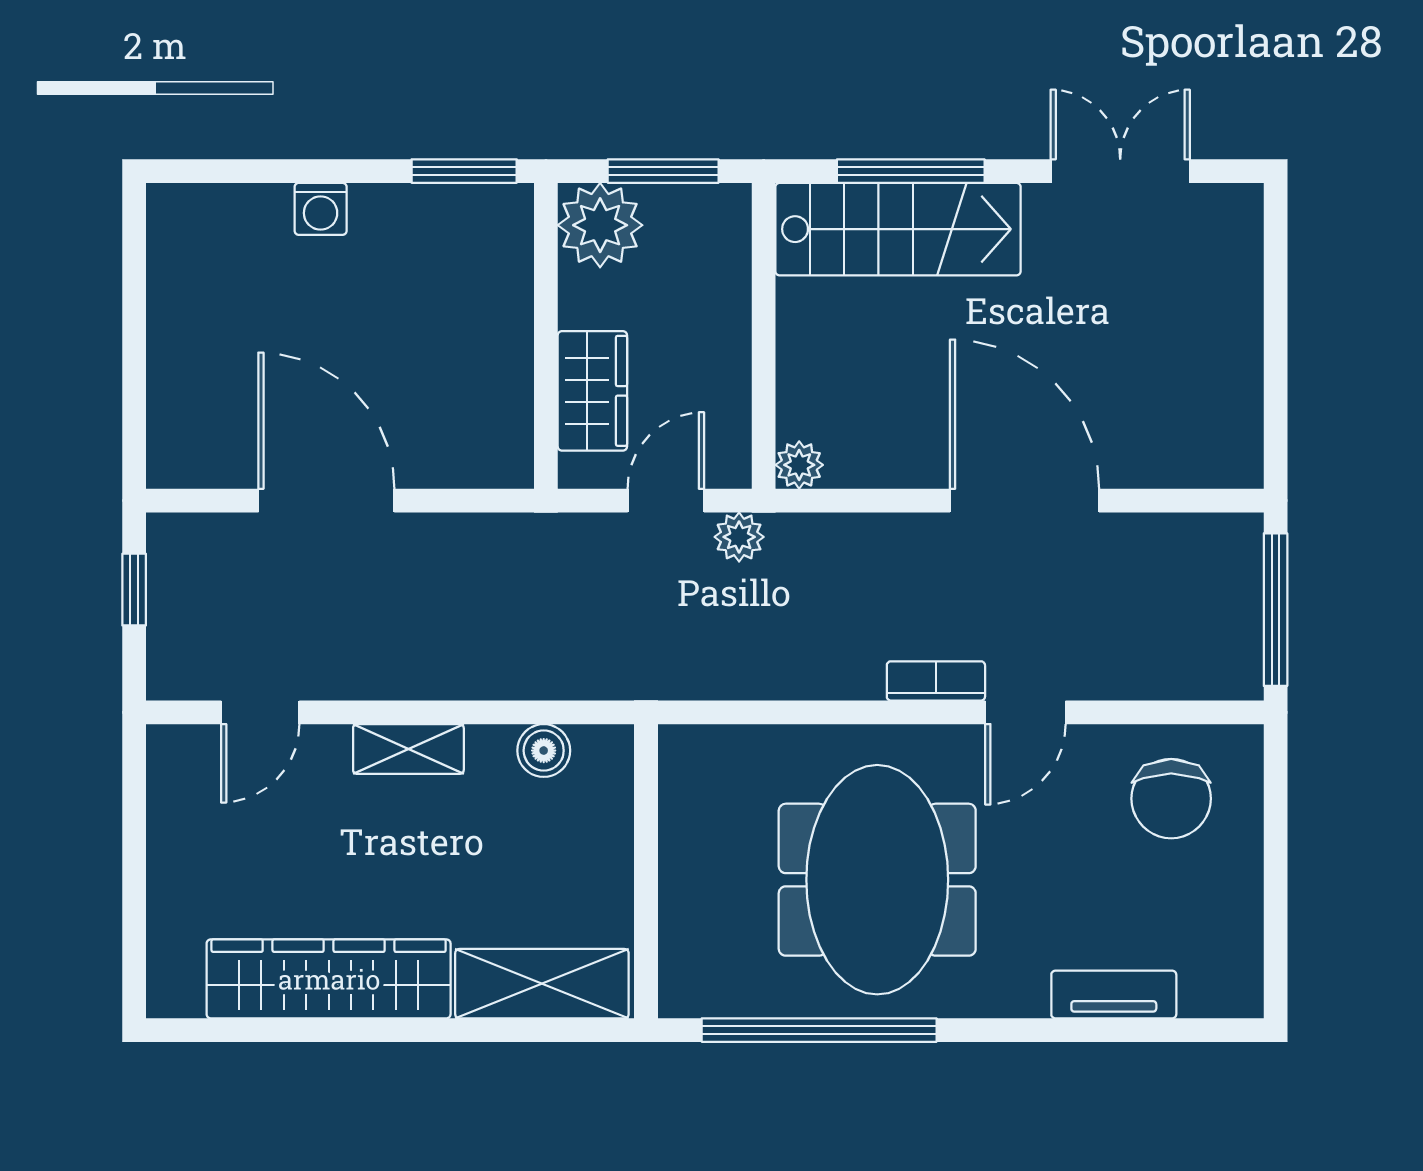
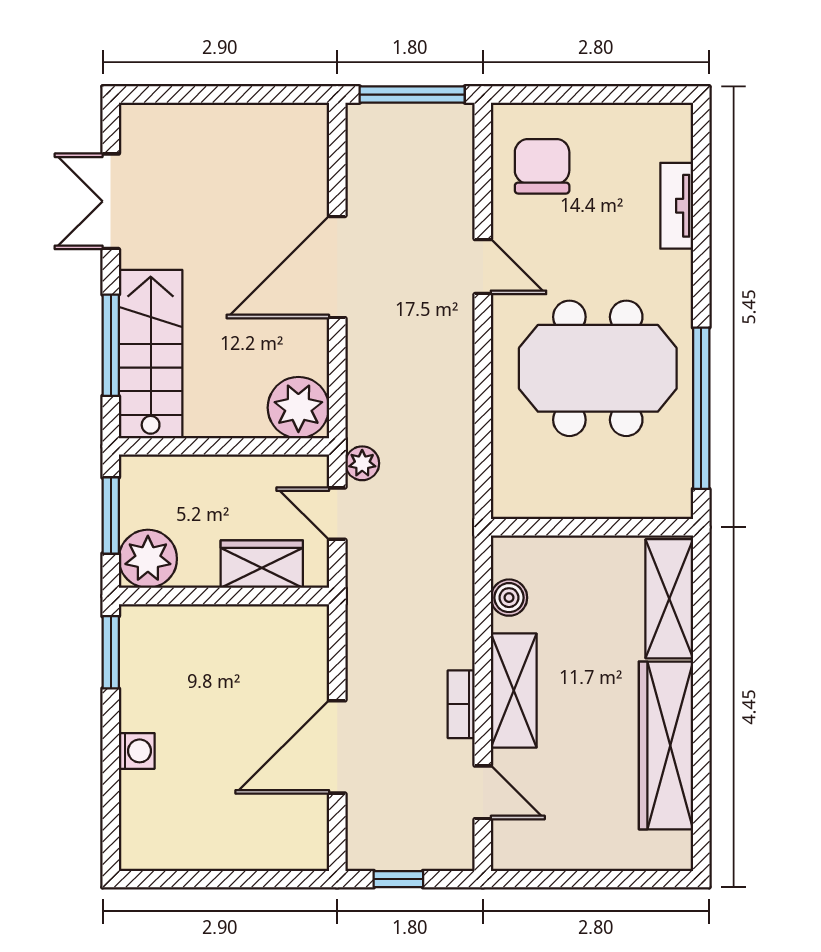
plant: (799, 465) -> (298, 408), width x1.87, depth x1.87
bookcase: (936, 681) -> (461, 704), moved
shelving: (408, 749) -> (514, 691), width x1.50, depth x1.33
chair: (1171, 799) -> (542, 166), turned -90

